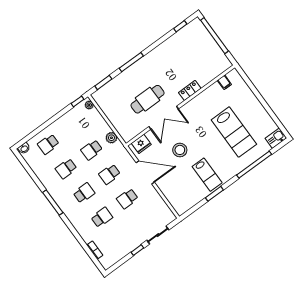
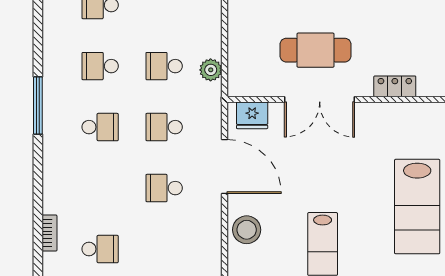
stool: (180, 150) -> (247, 230), moved
school desk: (102, 217) -> (100, 249), moved

